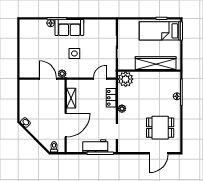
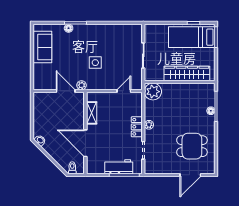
sofa: (69, 28) -> (42, 47), moved, turned -90
locker: (111, 98) -> (137, 127), moved
door: (66, 125) -> (85, 143), swing flipped

